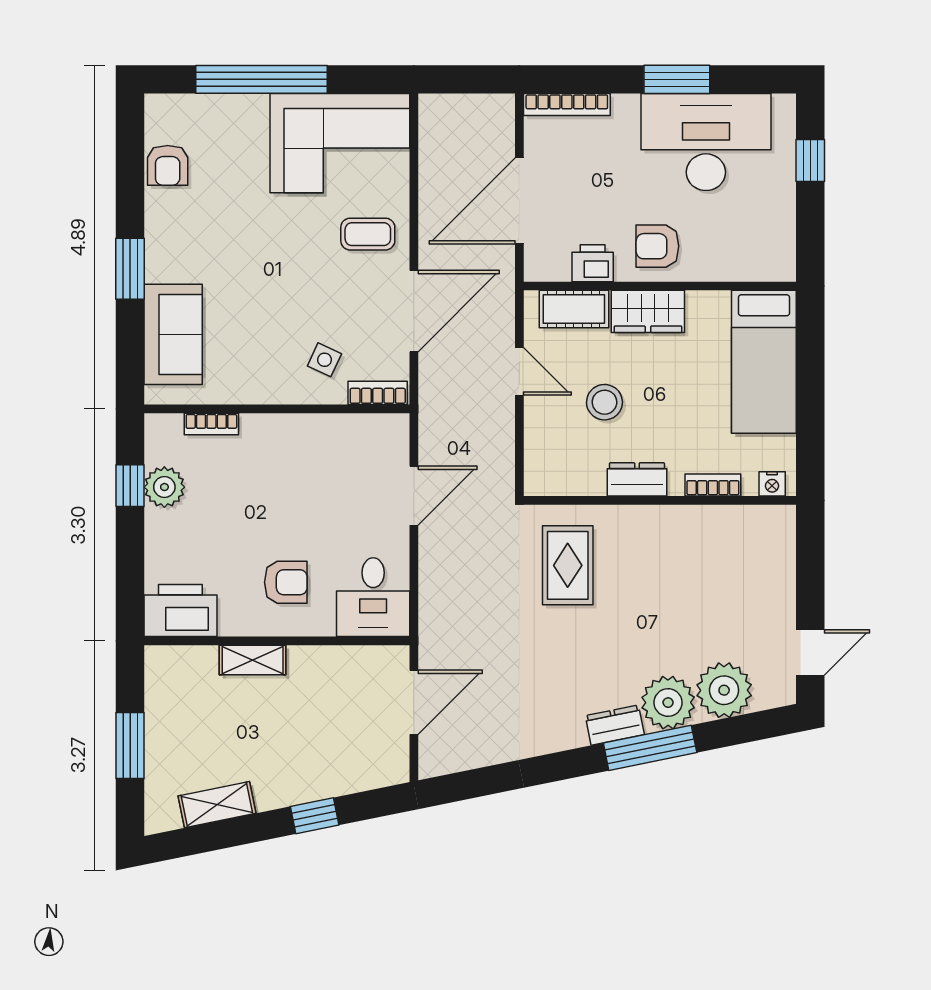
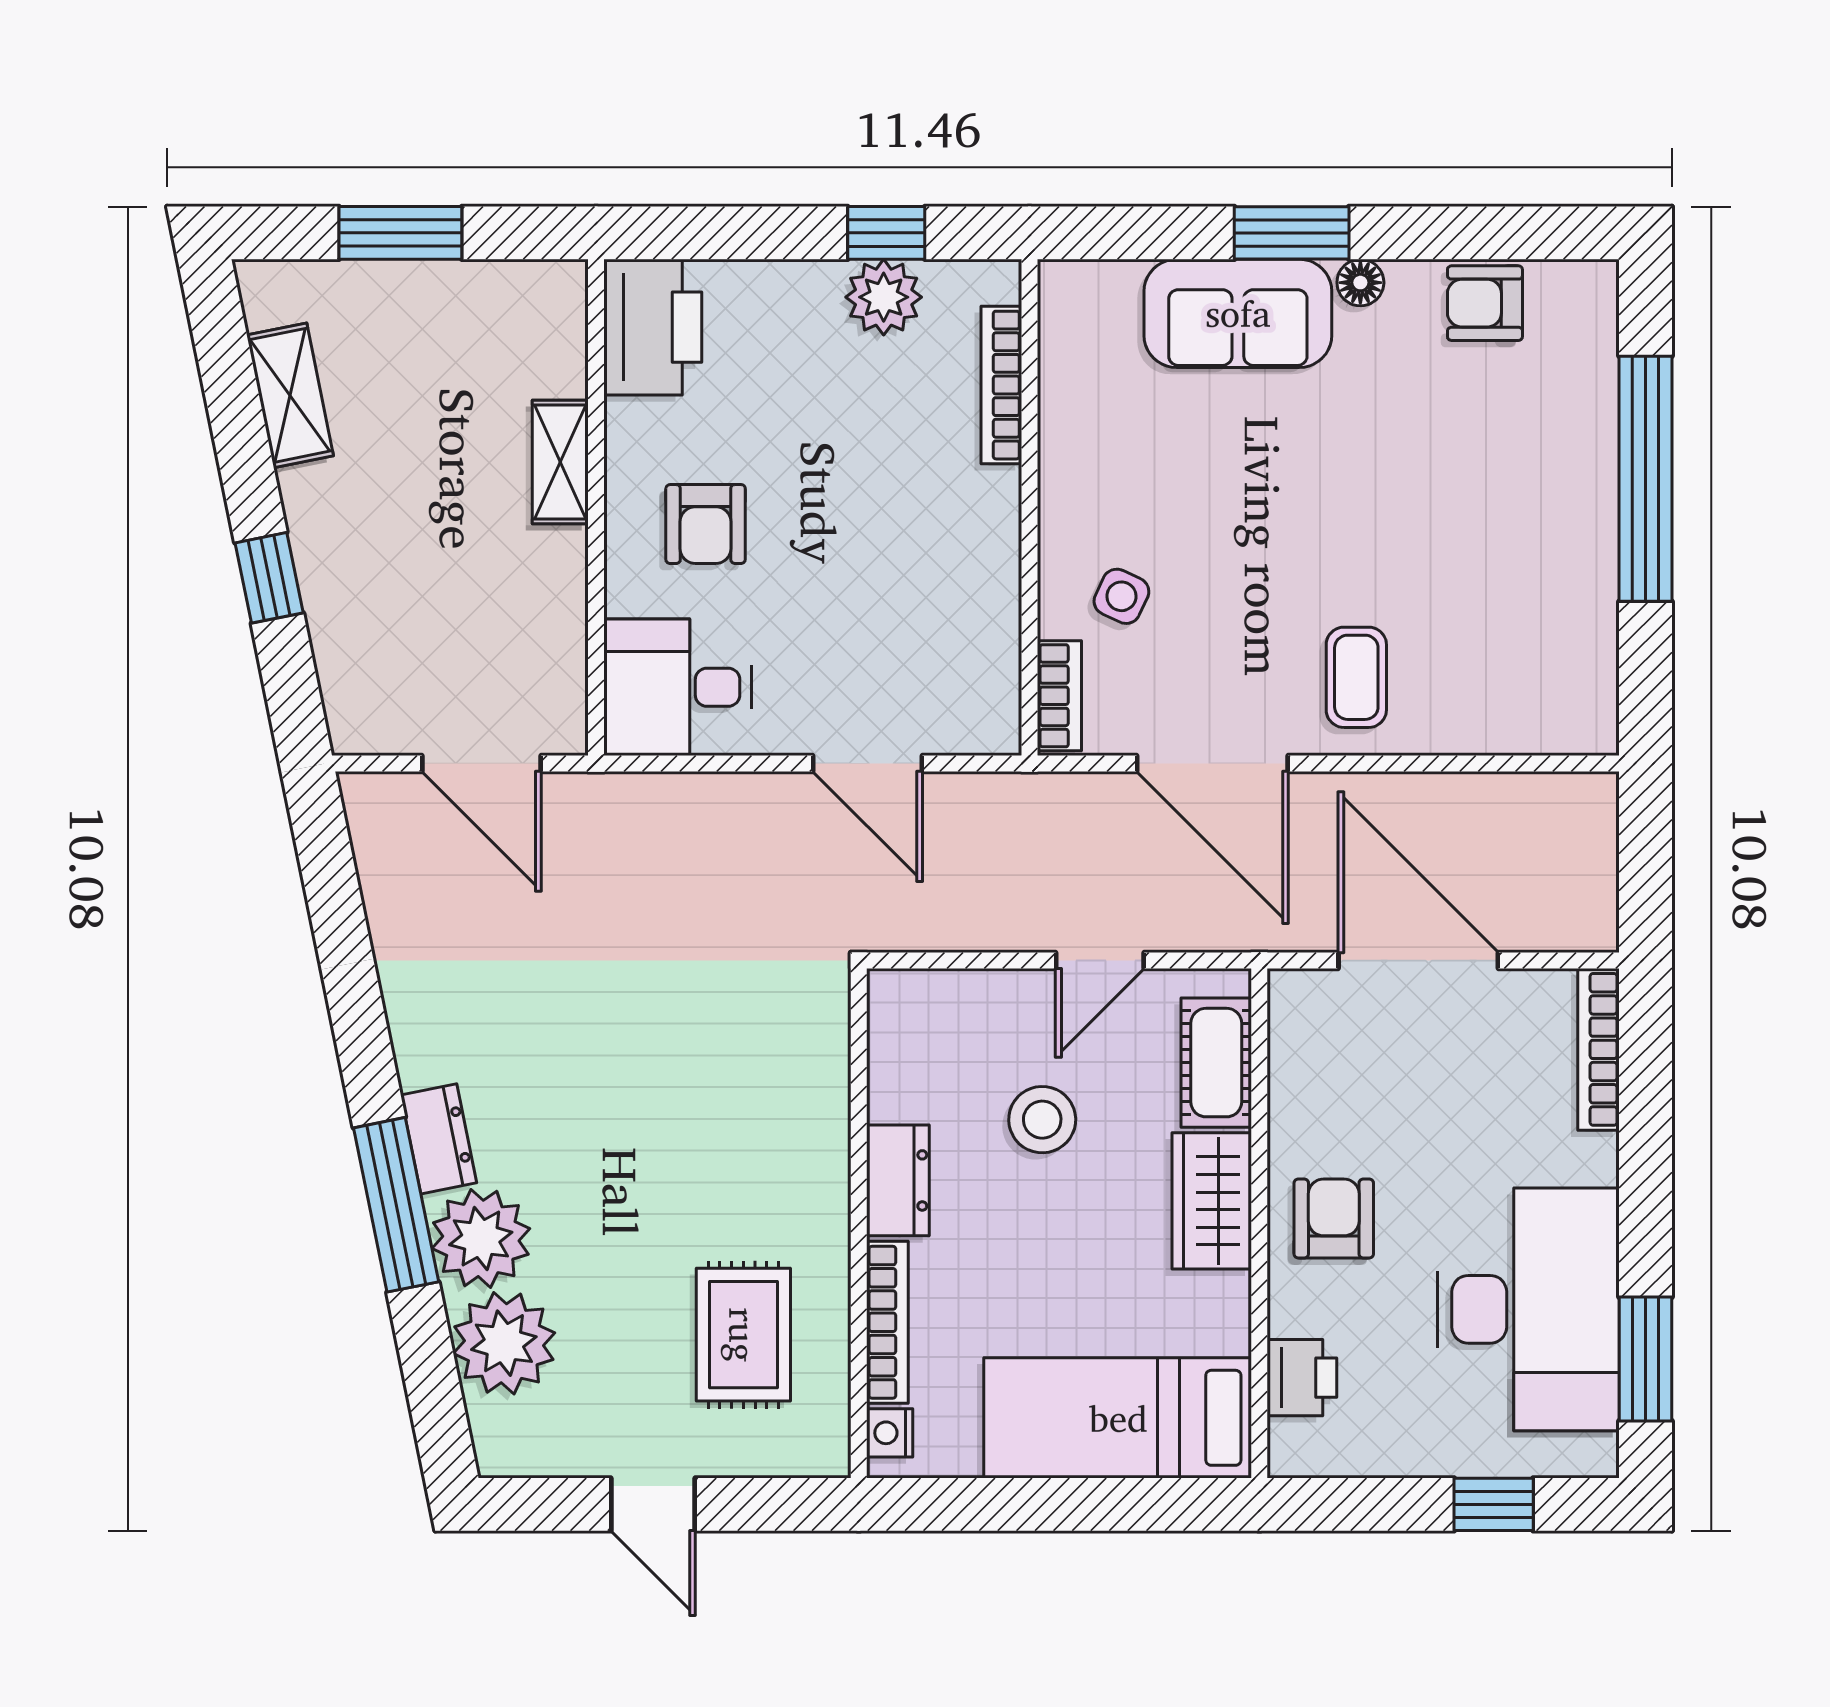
window: (677, 79) -> (1646, 1359), moved
corner sofa: (340, 143) -> (1526, 625), removed
floor lamp: (157, 232) -> (1360, 283), added
printer: (593, 263) -> (1302, 1378), moved
sofa: (173, 334) -> (1238, 313), moved
bookcase: (211, 424) -> (1001, 385), width x1.56
bookcase: (713, 485) -> (887, 1322), width x1.56
rug: (568, 565) -> (743, 1335), moved, turned 90
door: (810, 652) -> (653, 1504), moved

